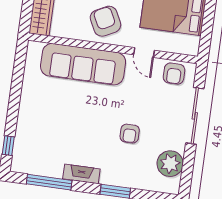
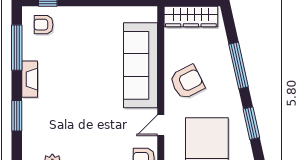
armchair: (130, 134) -> (44, 25), moved

